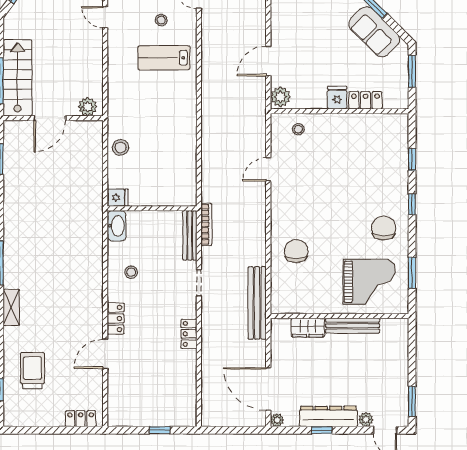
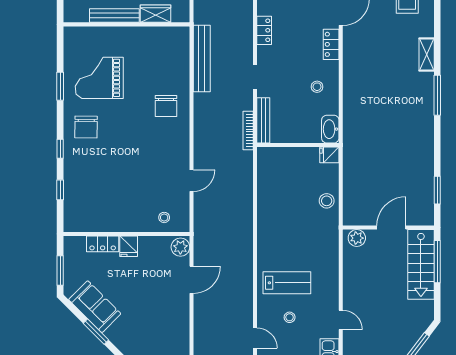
wall: (339, 316) -> (126, 24), moved
bench: (353, 326) -> (114, 16), moved
wardrobe: (308, 328) -> (155, 14), moved

